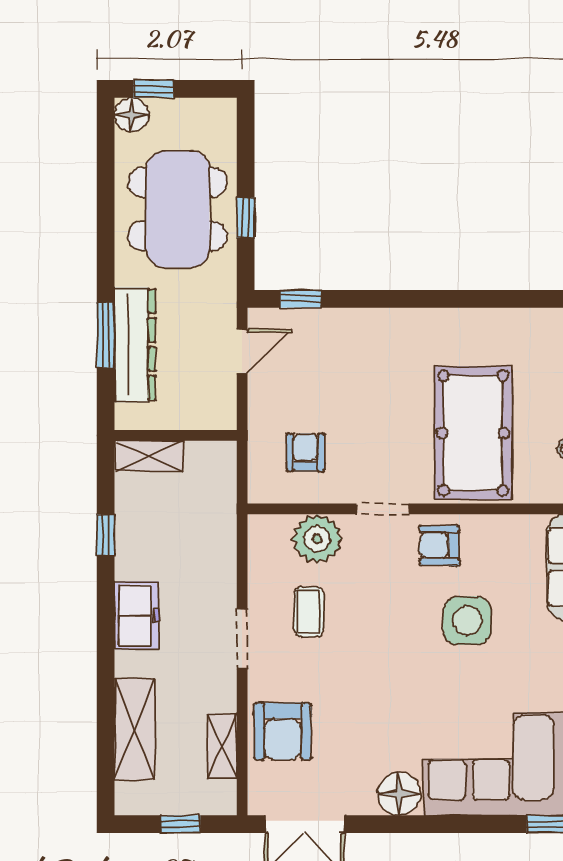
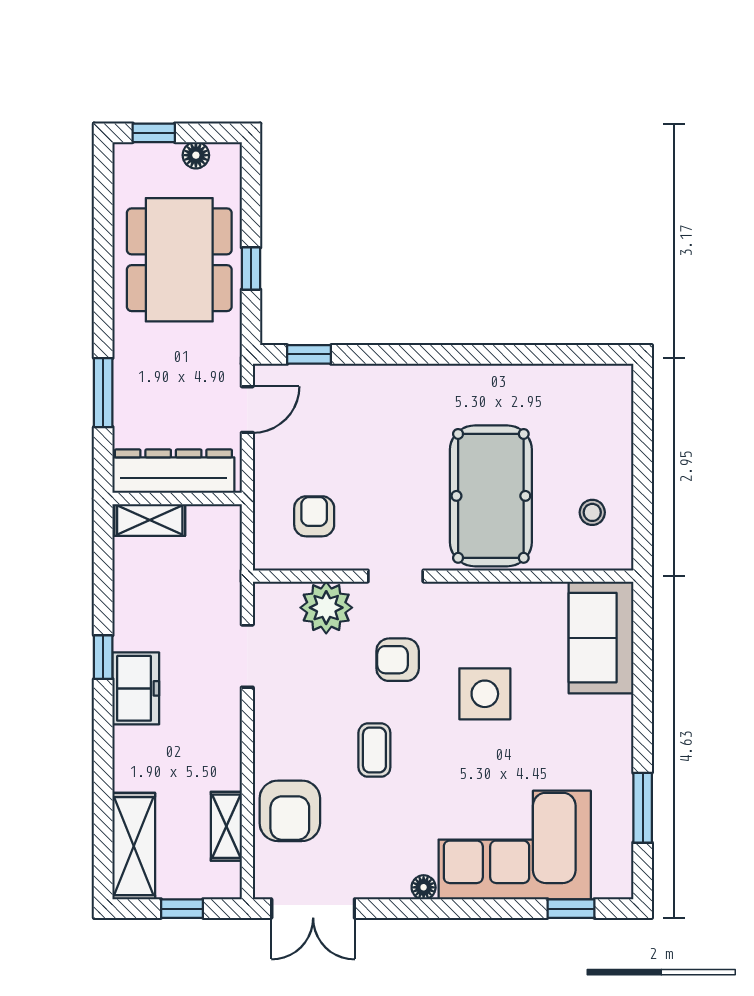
floor lamp: (132, 115) -> (196, 155), moved, width x0.73, depth x0.73
dresser: (135, 345) -> (173, 471), moved, turned -90
window: (106, 535) -> (103, 657), moved
armchair: (439, 546) -> (398, 660), moved
coffee table: (309, 612) -> (374, 750), moved
doorway: (242, 639) -> (247, 656), moved
shelving: (135, 729) -> (134, 846), moved
floor lamp: (399, 794) -> (424, 887), width x0.53, depth x0.53

